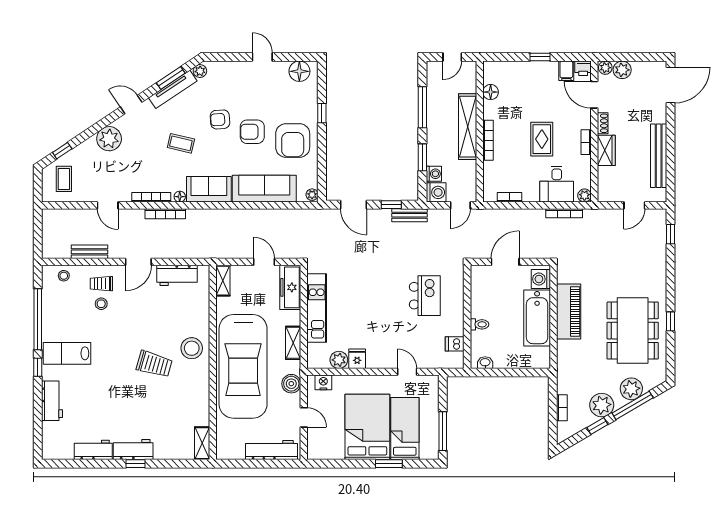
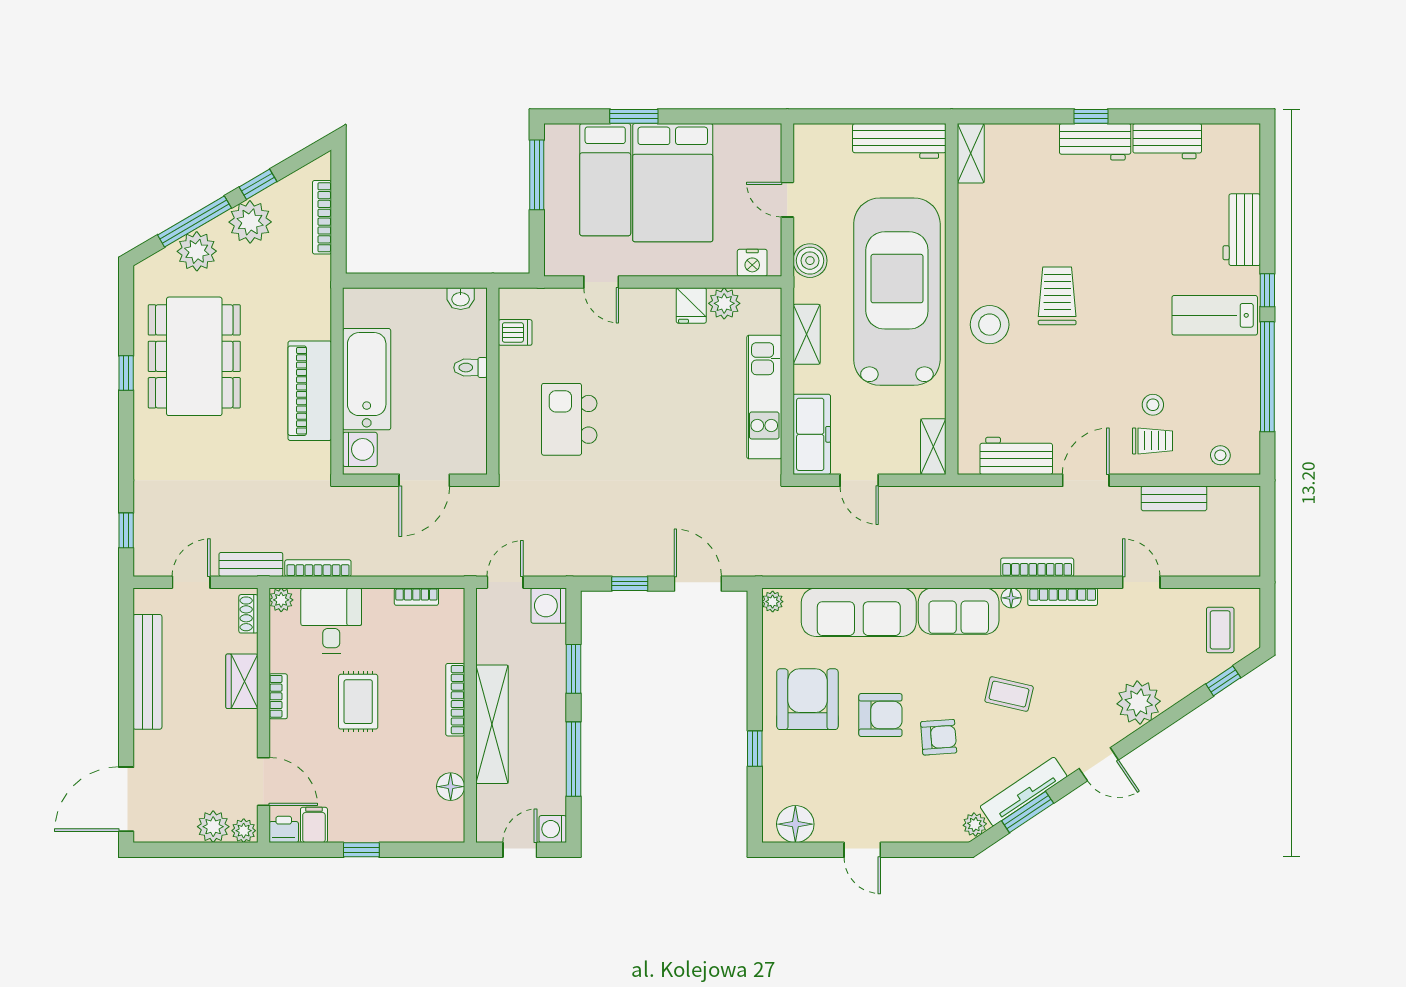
shoe rack: (603, 123) -> (248, 614), moved
washing machine: (434, 174) -> (553, 829), moved
bench: (410, 215) -> (251, 564), moved
lab bench: (67, 353) -> (1215, 315), turned 180
trolley: (154, 364) -> (1057, 296), turned 74
bookcase: (562, 408) -> (322, 217), width x1.56
workbench: (272, 450) -> (899, 141), moved

